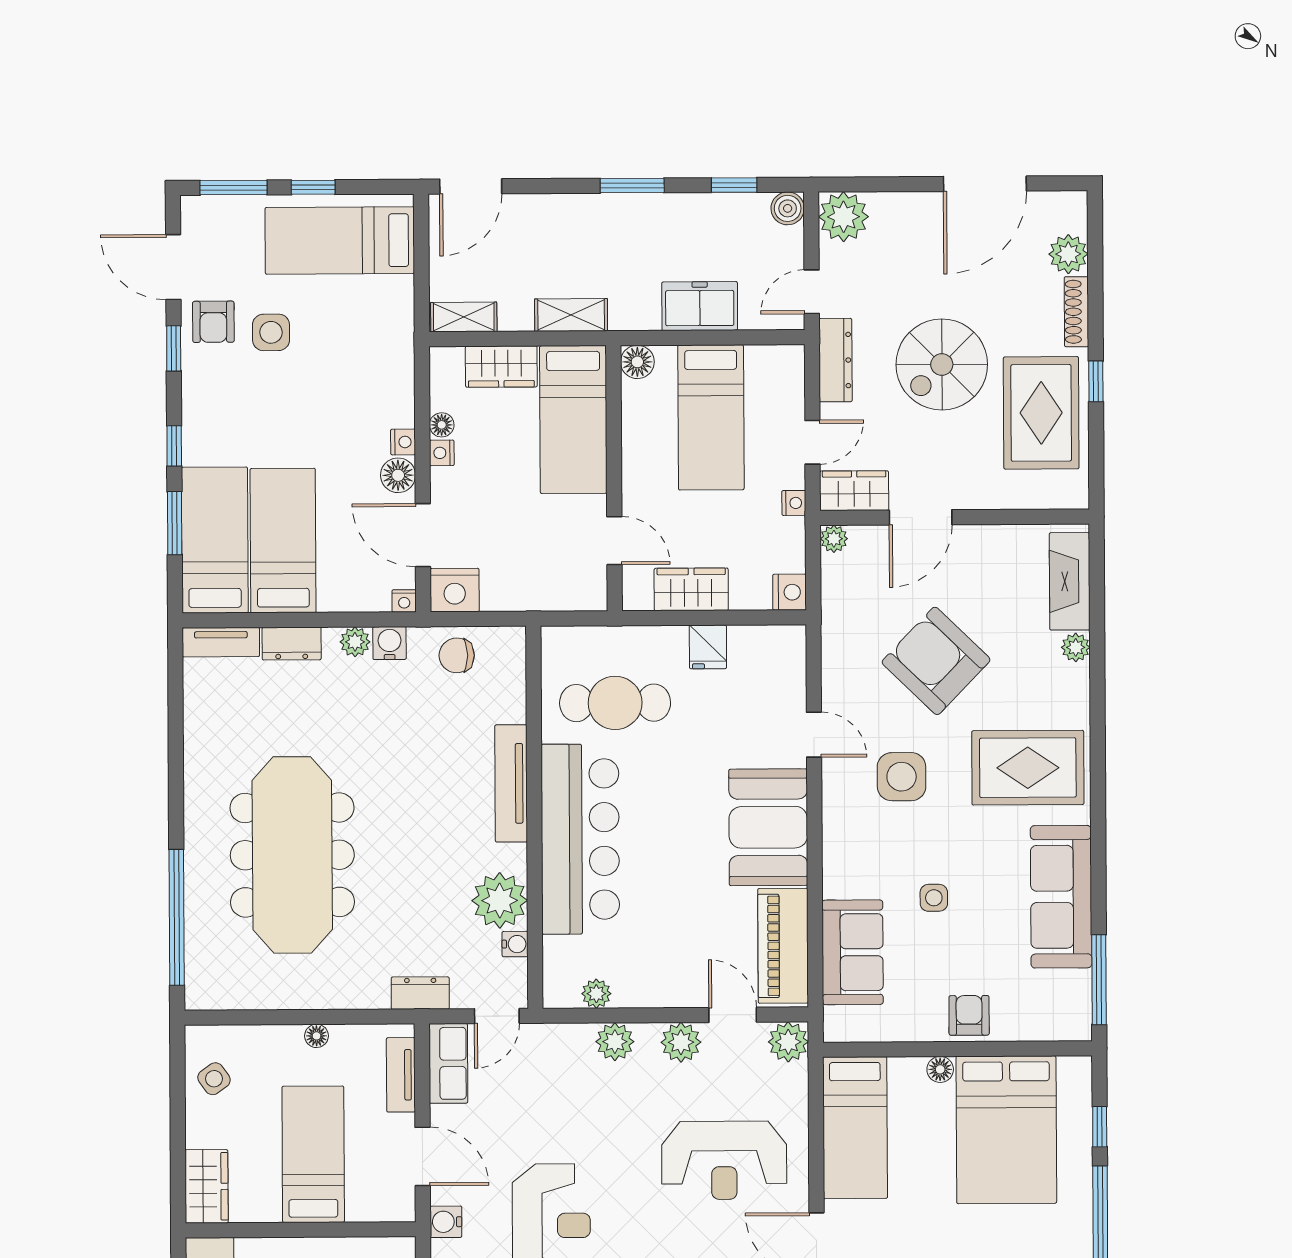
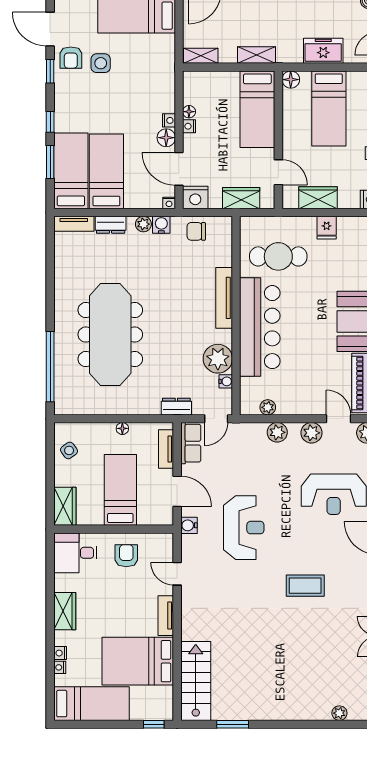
wardrobe: (501, 367) -> (241, 198), moved, turned 180

